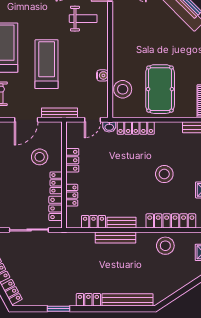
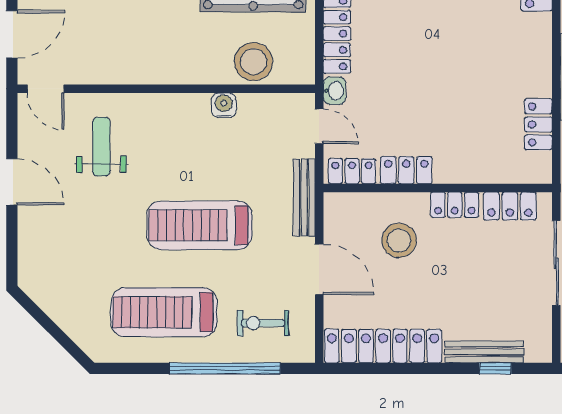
locker: (72, 195) -> (352, 171), moved
bench: (122, 223) -> (540, 64), removed

